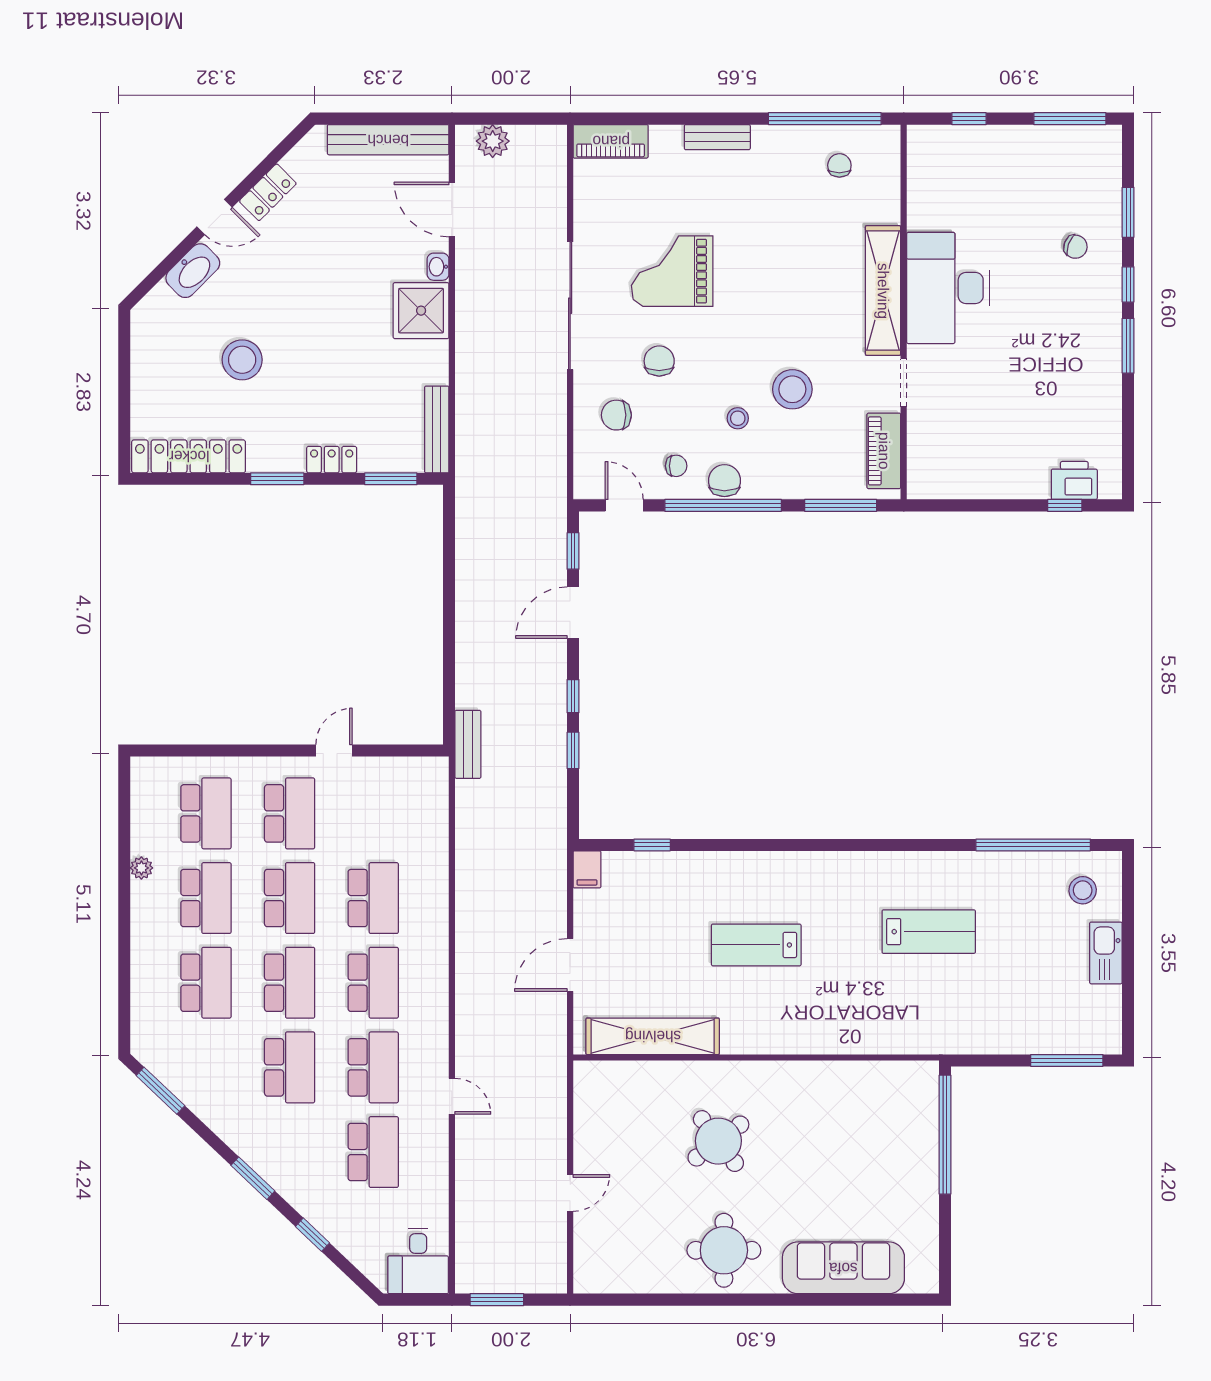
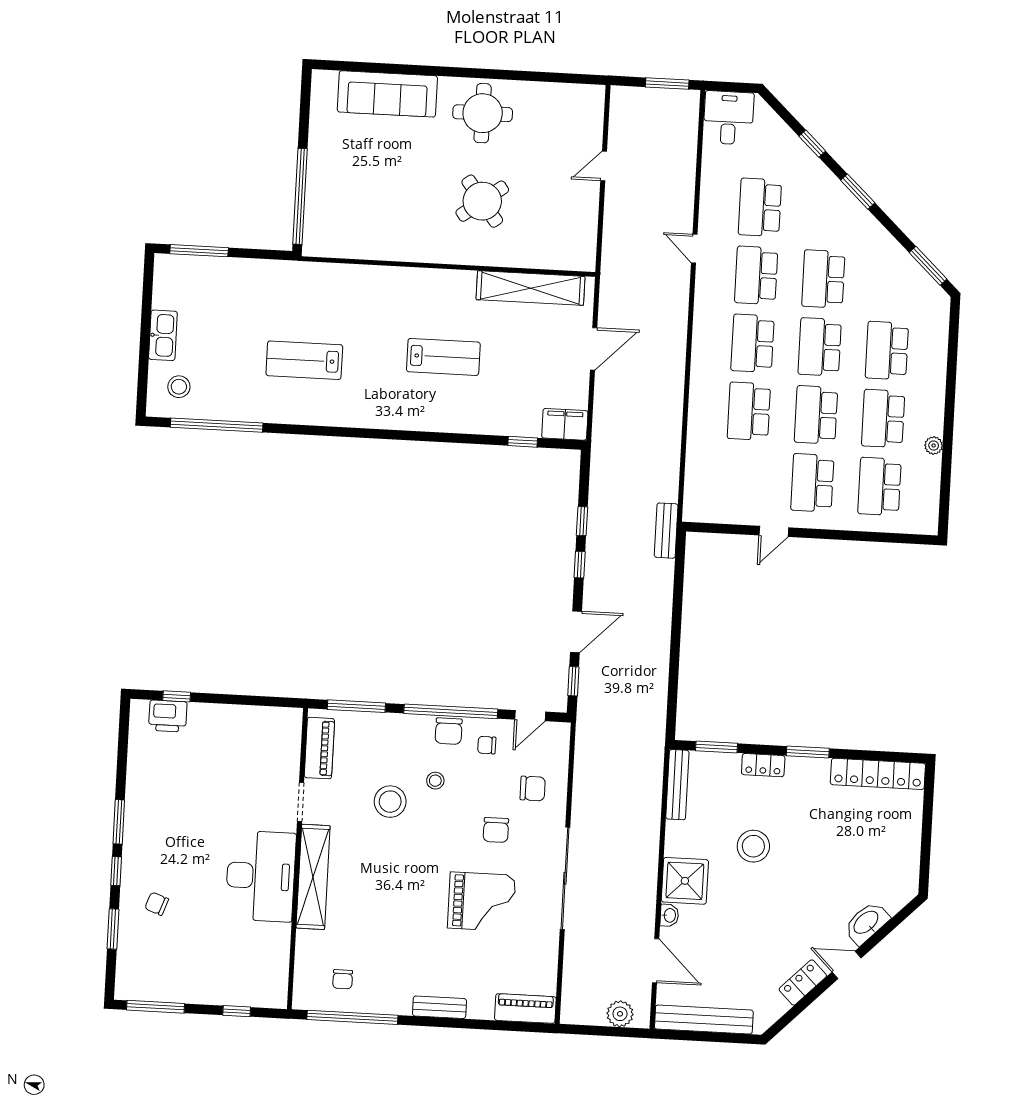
stool: (242, 360) -> (753, 846), moved
door: (624, 505) -> (530, 716), hinge flipped
filing cabinet: (587, 869) -> (565, 424), width x2.00

